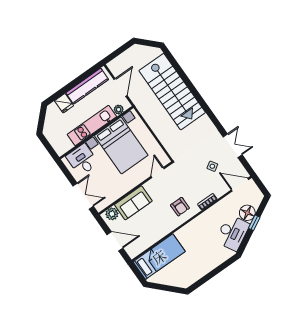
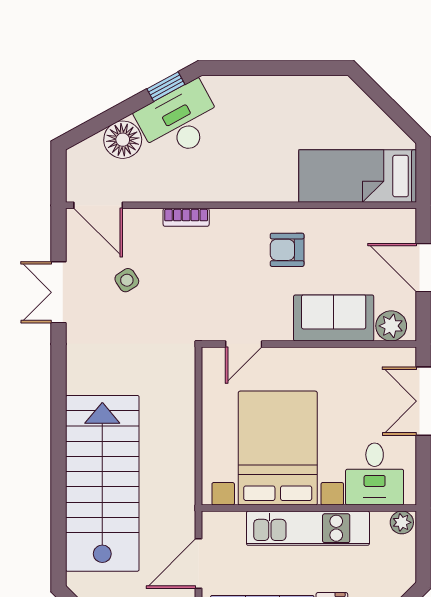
plant: (119, 110) -> (402, 522), moved
armchair: (180, 207) -> (287, 250), moved, turned -90
window: (254, 223) -> (166, 87), moved

